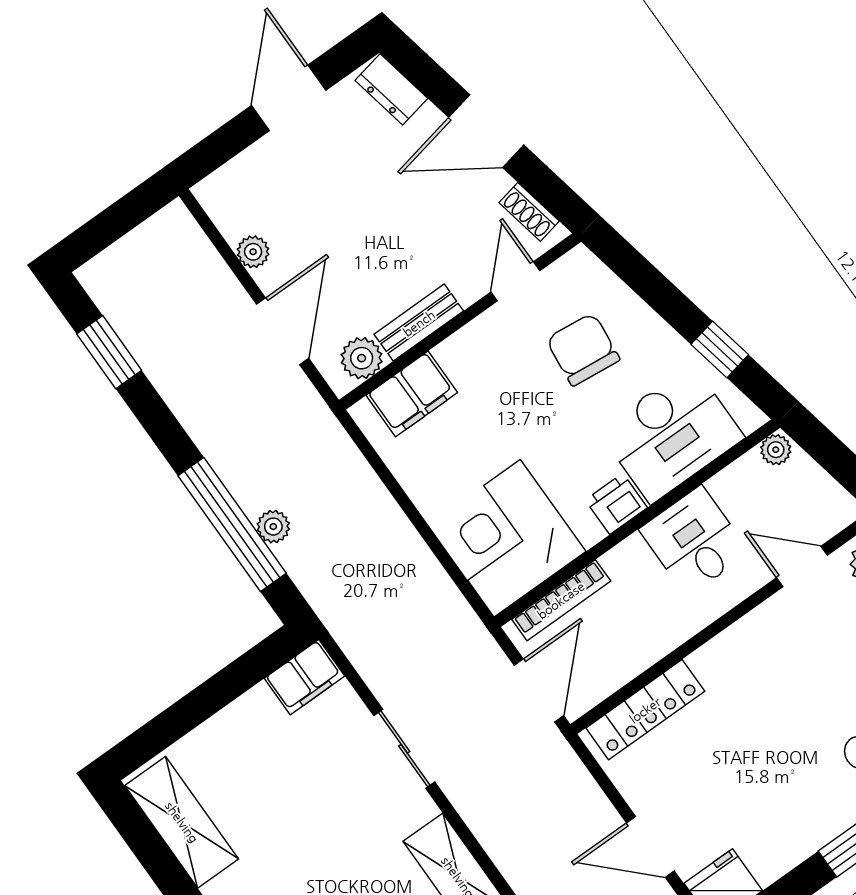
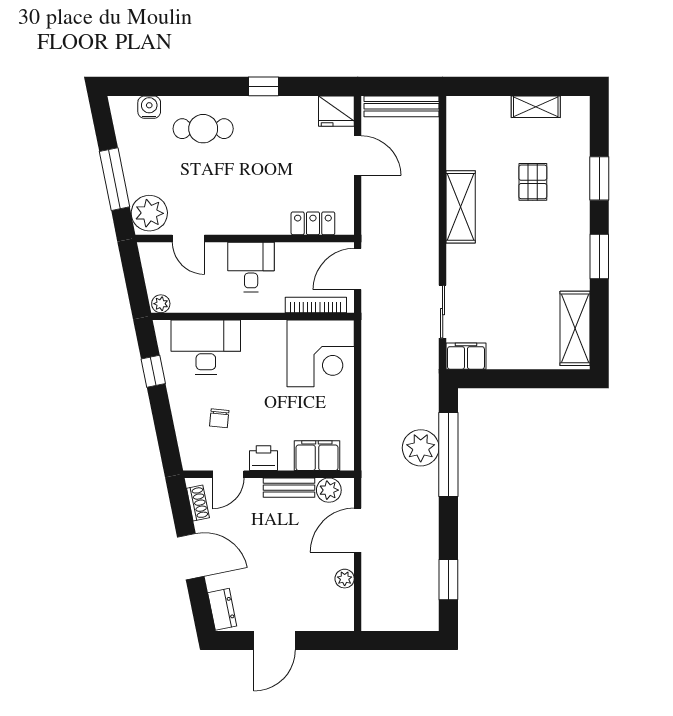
chair: (583, 349) -> (219, 418), width x0.54, depth x0.54
printer: (616, 504) -> (263, 458), moved, turned 180
plant: (273, 527) -> (421, 448), width x1.88, depth x1.88
desk: (694, 541) -> (251, 267), moved, turned 180
locker: (645, 710) -> (313, 223), width x0.66
sliding door: (404, 749) -> (443, 312), moved

